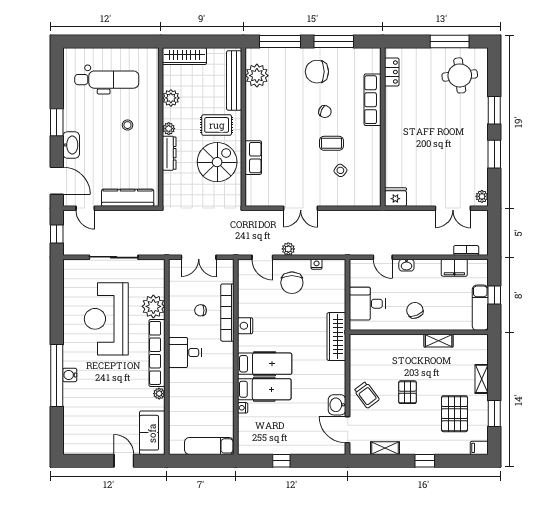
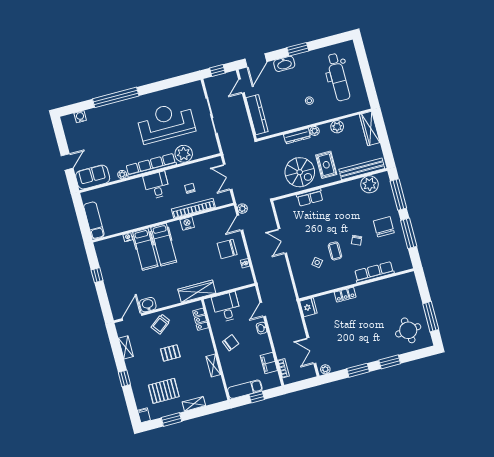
locker: (392, 72) -> (345, 295), moved
plant: (288, 249) -> (242, 209), moved
locker: (374, 342) -> (200, 319), added
water cooler: (70, 375) -> (80, 117), moved

